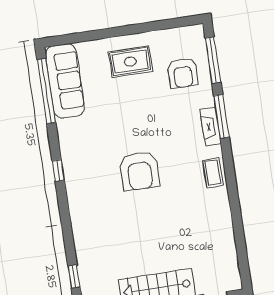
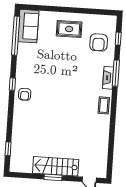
window: (213, 60) -> (118, 39), width x0.46
sofa: (65, 81) -> (28, 26), width x0.73
armchair: (139, 171) -> (25, 94), moved, width x0.53, depth x0.53

